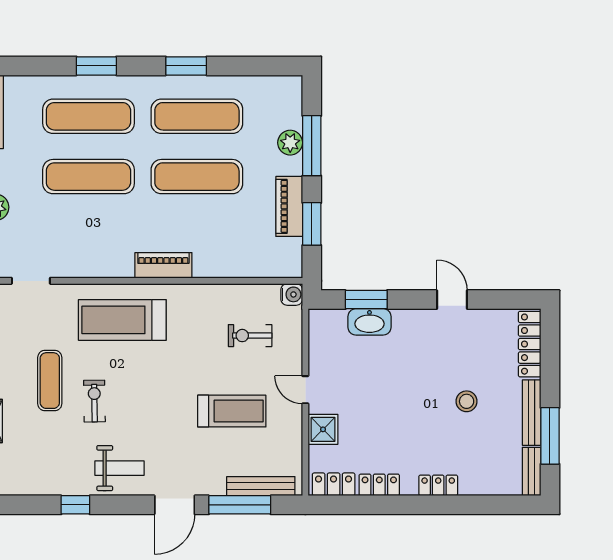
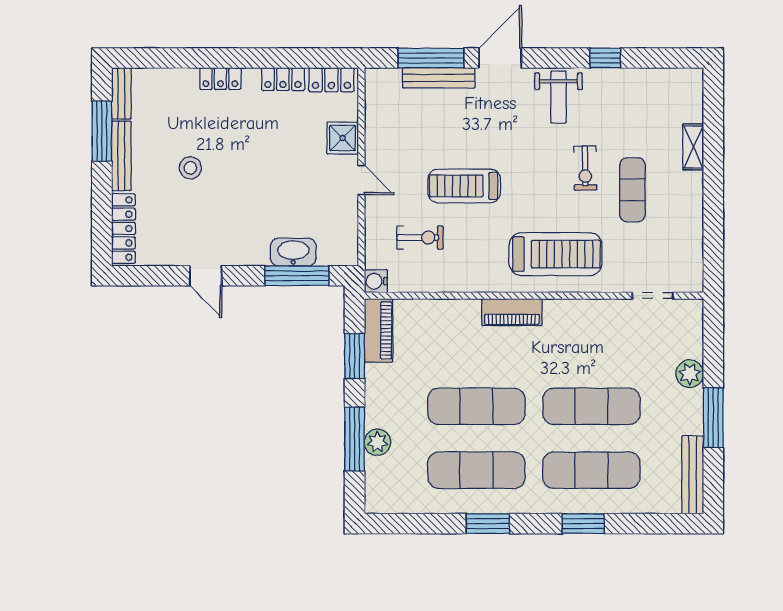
piano: (289, 206) -> (378, 330), moved
window: (366, 300) -> (297, 276), width x1.44
treadmill: (232, 411) -> (464, 186), moved
weight bench: (120, 468) -> (558, 97), turned -90
bench: (261, 486) -> (439, 78), moved

